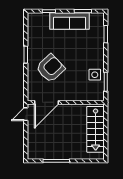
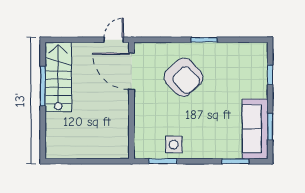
sofa: (69, 21) -> (255, 129), moved
door: (26, 114) -> (114, 40), hinge flipped
stairs: (96, 129) -> (58, 77), moved, turned 90

